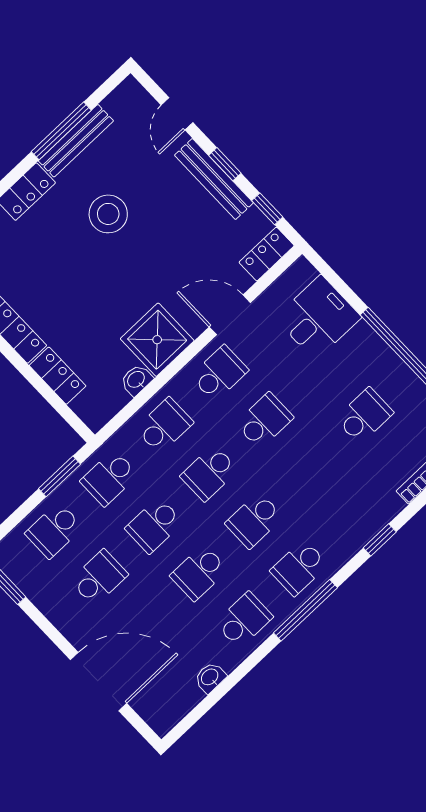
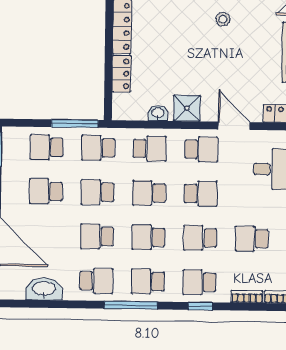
stool: (108, 214) -> (223, 19), width x0.53, depth x0.53
shower: (157, 340) -> (187, 108), width x0.73, depth x0.73
school desk: (364, 416) -> (252, 239), turned 180
school desk: (309, 468) -> (200, 238), added
window: (59, 476) -> (75, 124), width x1.44
school desk: (354, 515) -> (199, 282), added
school desk: (99, 578) -> (46, 191), turned 180
washbasin: (210, 677) -> (44, 289), width x1.91, depth x1.45

